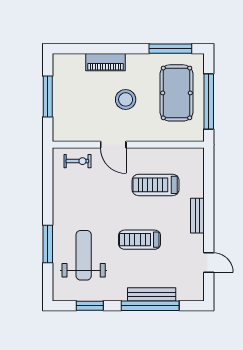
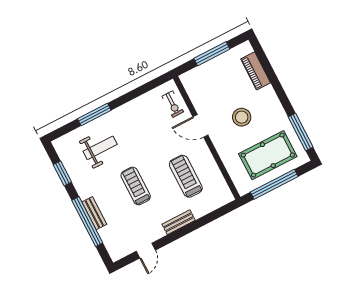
piano: (106, 62) -> (256, 71), moved
door: (113, 145) -> (200, 126), hinge flipped
weight bench: (84, 255) -> (100, 148), width x0.73, depth x0.75
bench: (152, 294) -> (94, 213), width x0.73

